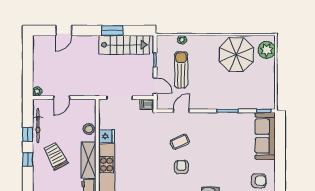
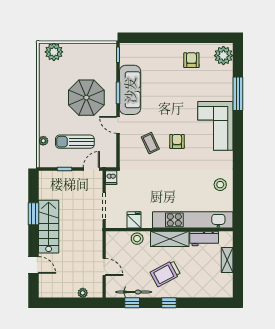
stairs: (124, 45) -> (49, 227), moved
parasol: (236, 55) -> (86, 98), moved
plant: (37, 91) -> (83, 293), moved
door: (181, 111) -> (118, 125), moved
window: (28, 135) -> (132, 303), moved
fridge: (107, 136) -> (134, 220), moved
sofa: (265, 136) -> (130, 90), moved, turned -90
armchair: (181, 167) -> (177, 141), turned 90

